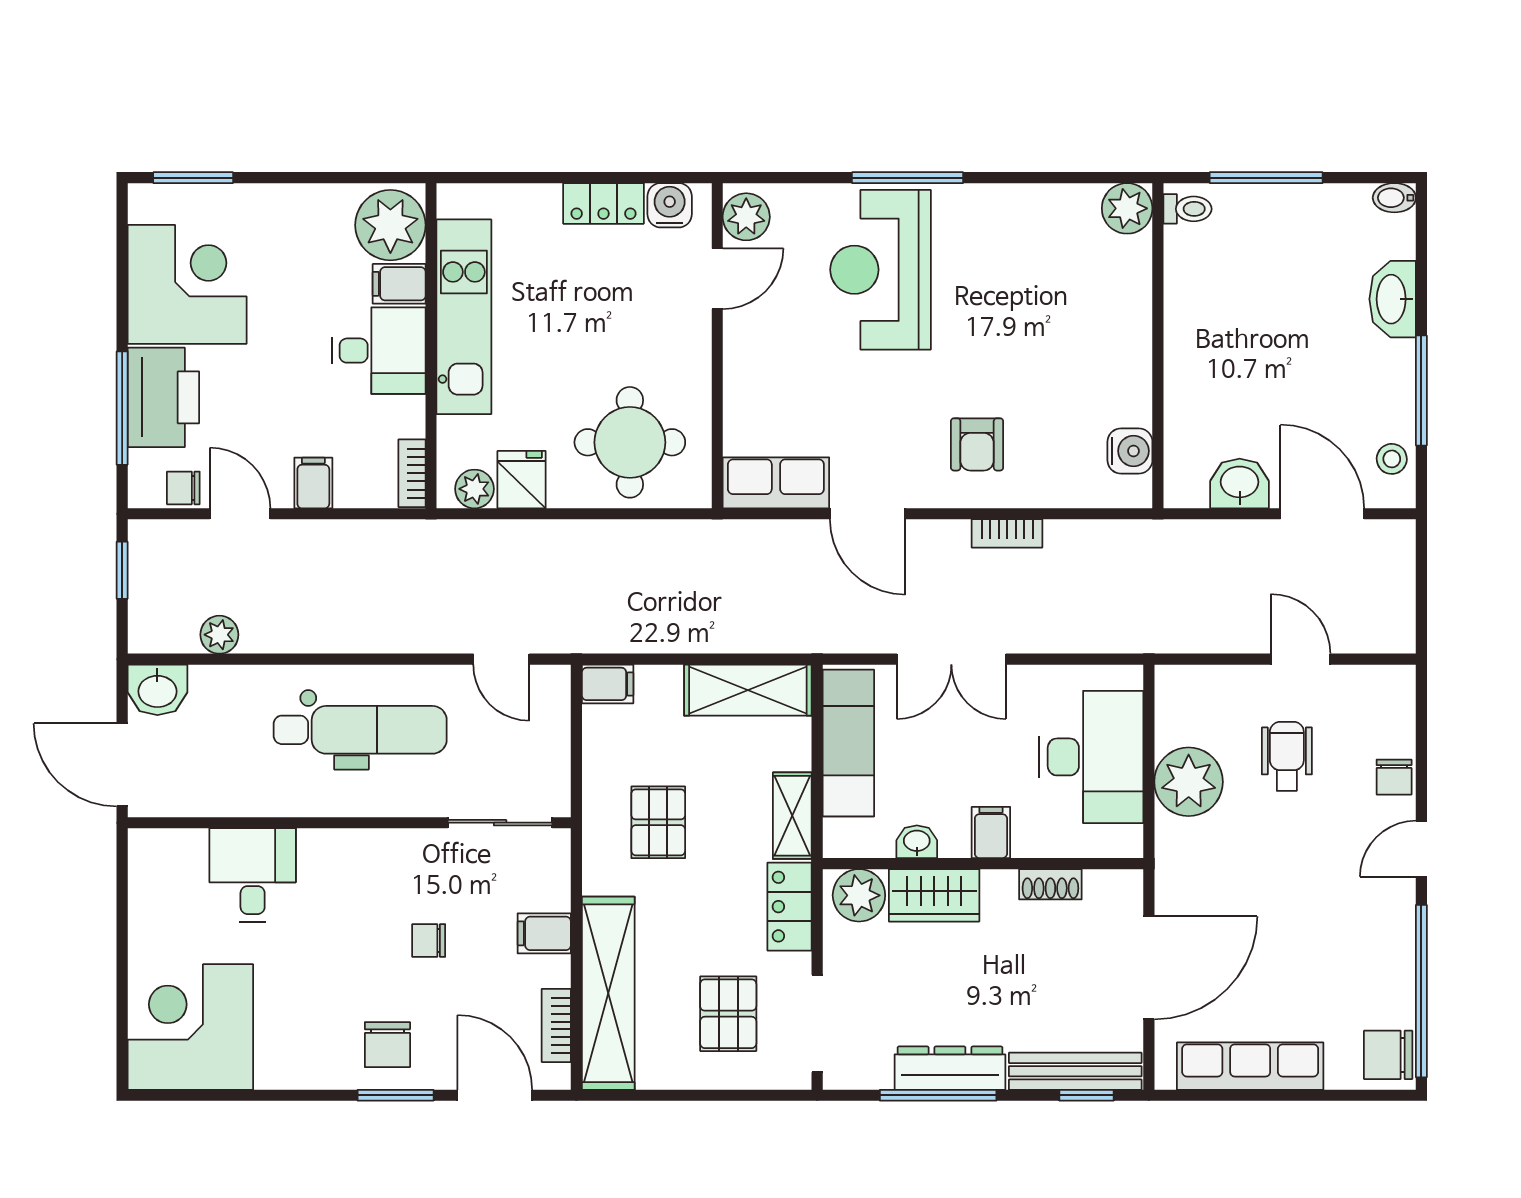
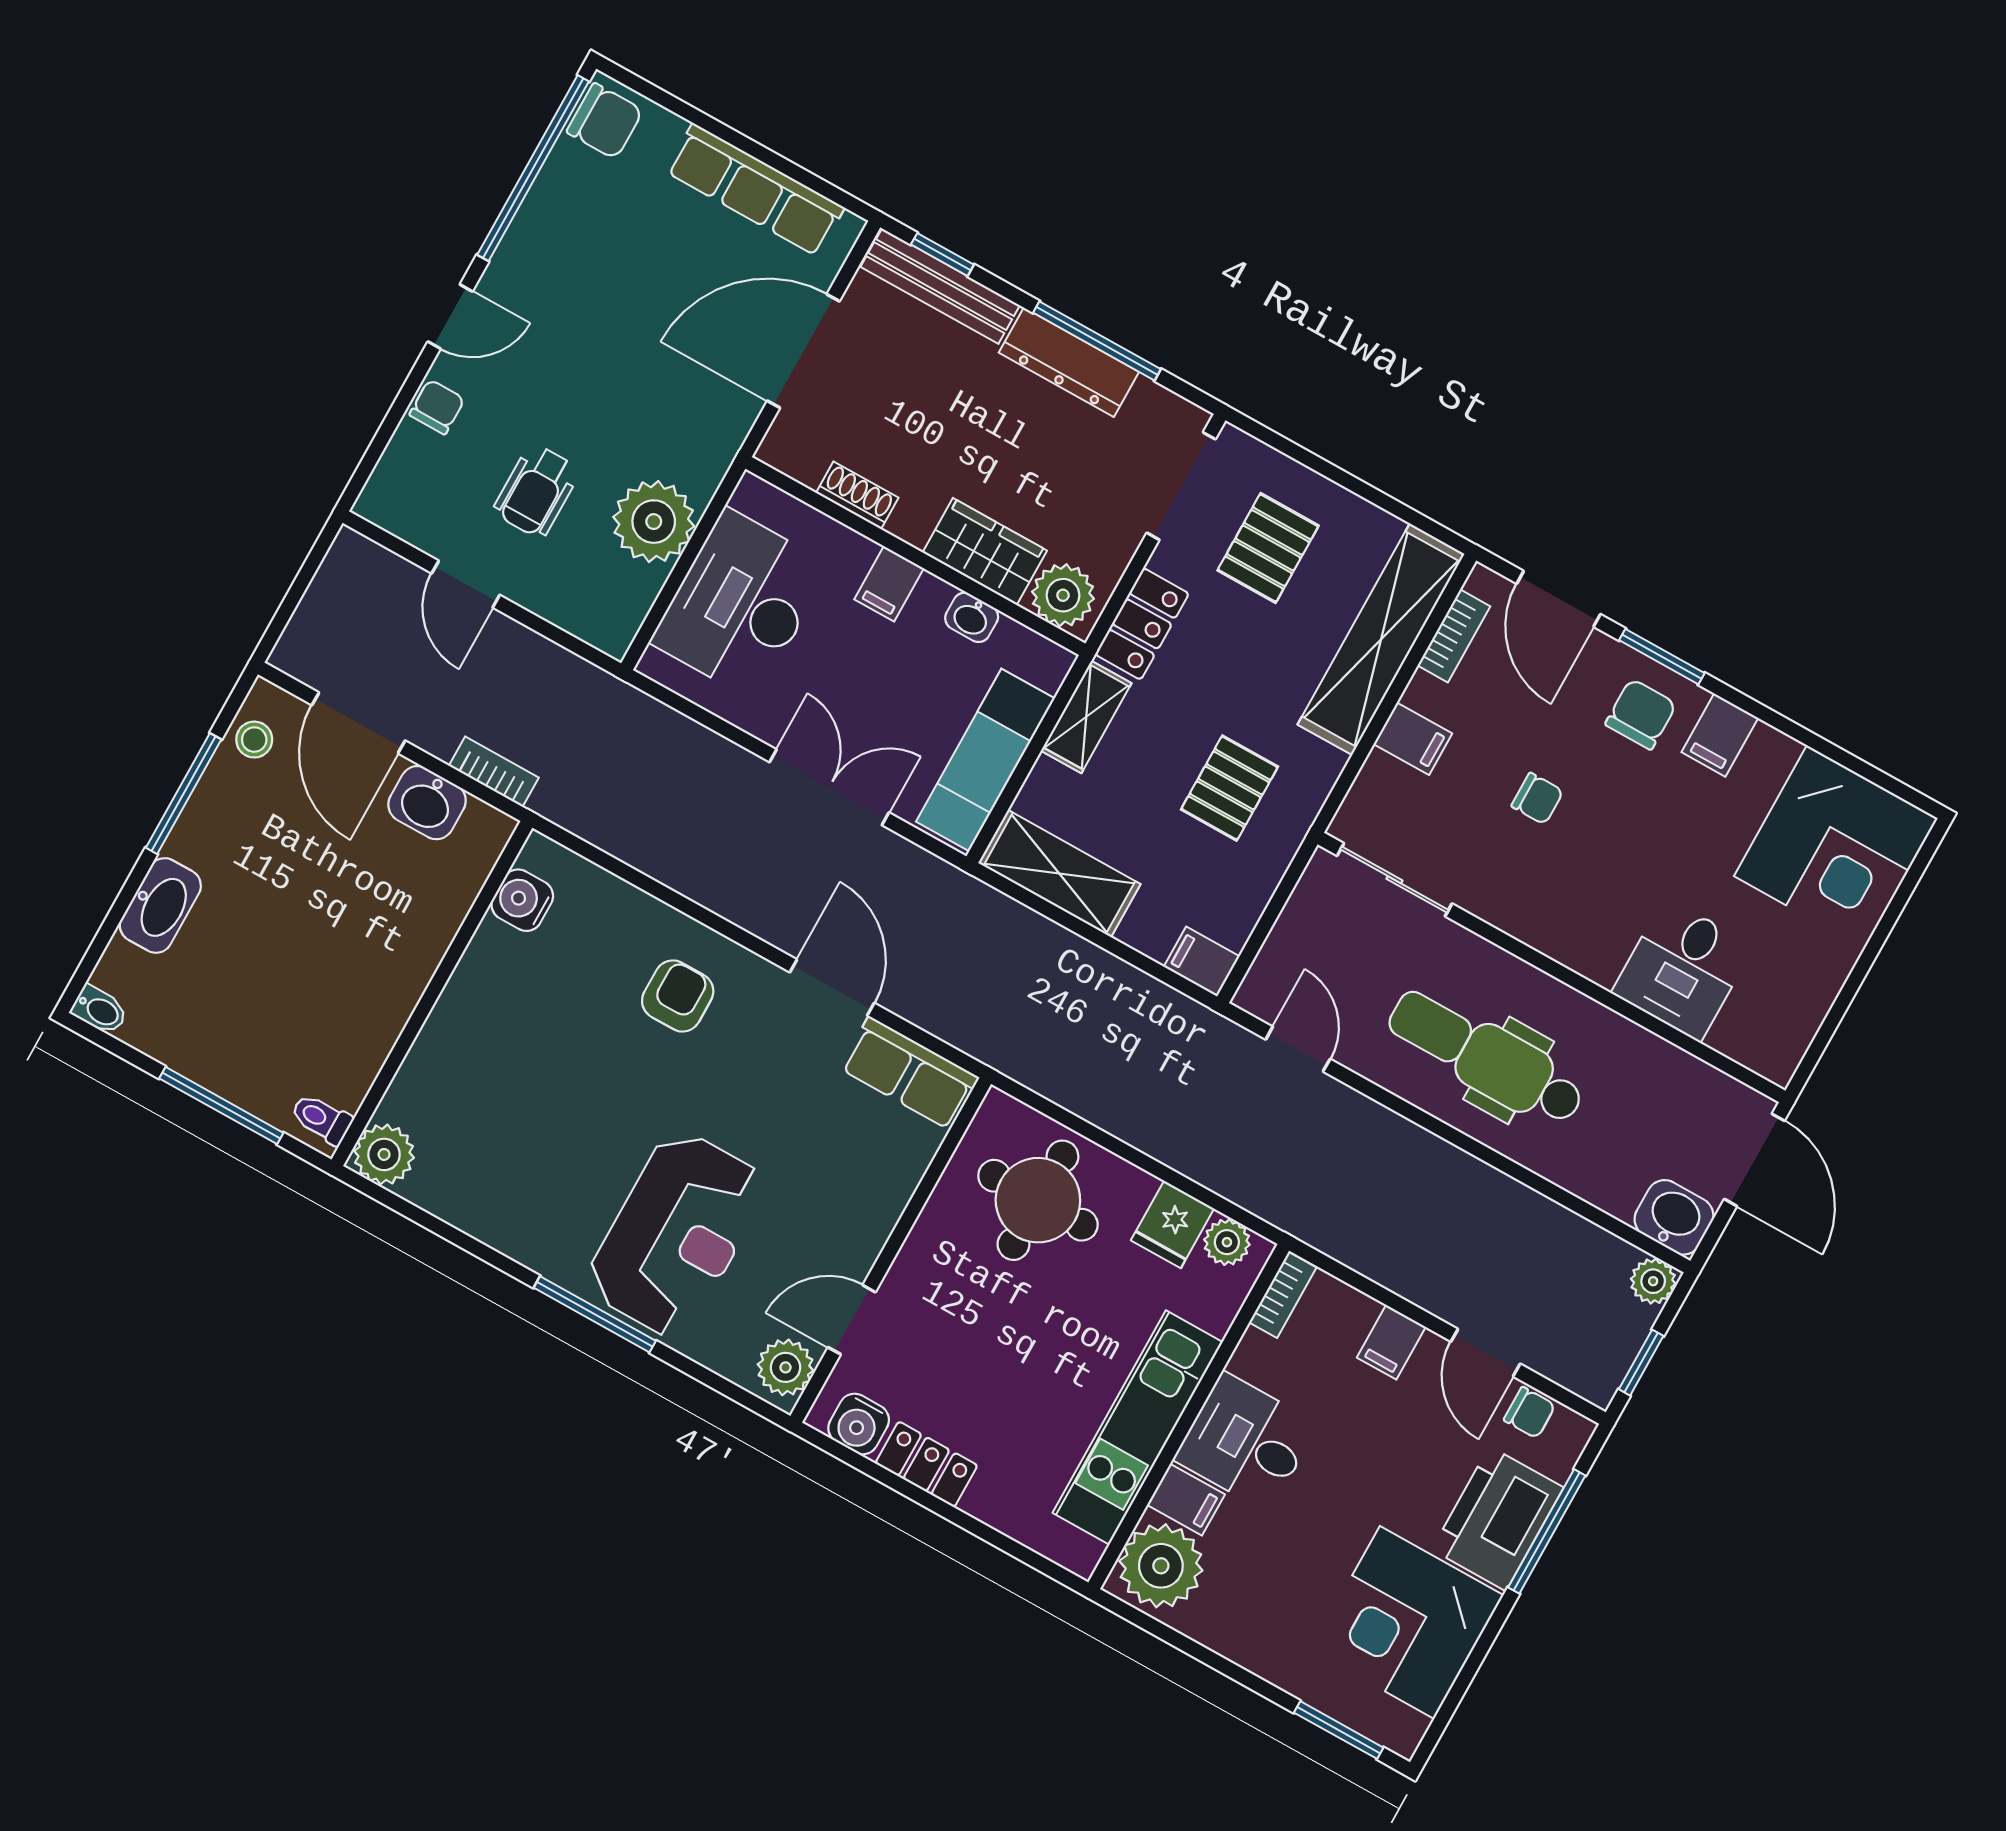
bookcase: (1007, 533) -> (494, 772), moved
plant: (219, 635) -> (1653, 1281), moved
filing cabinet: (321, 1062) -> (1720, 735), added

